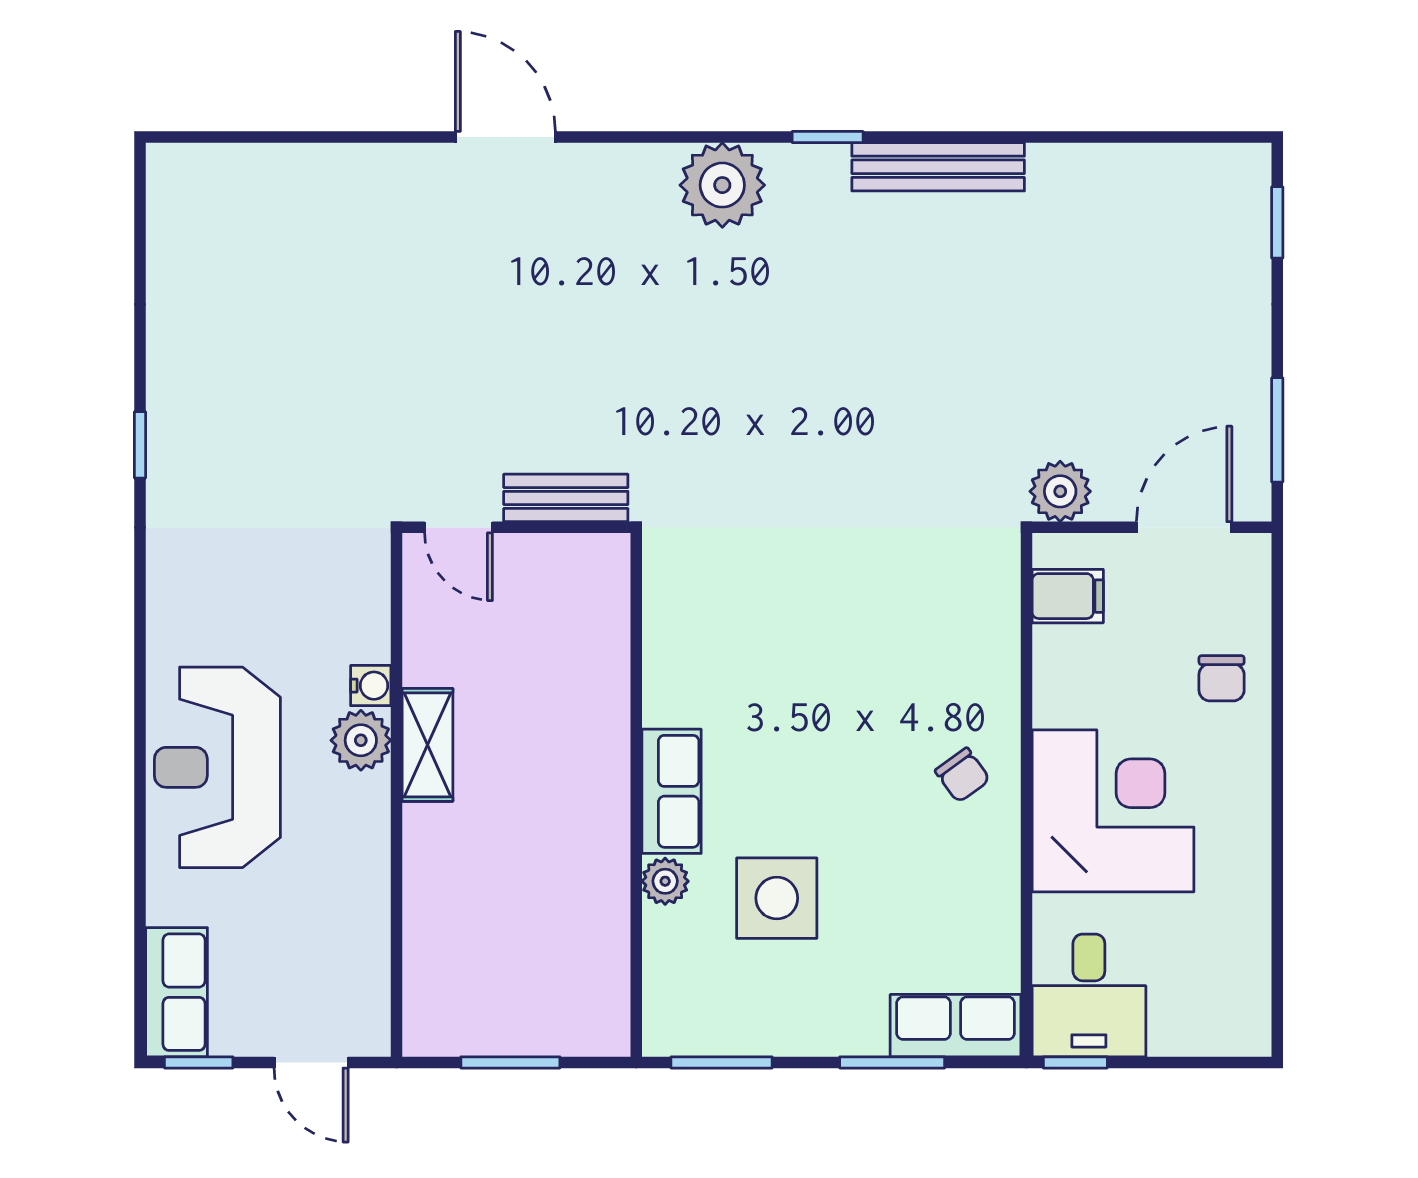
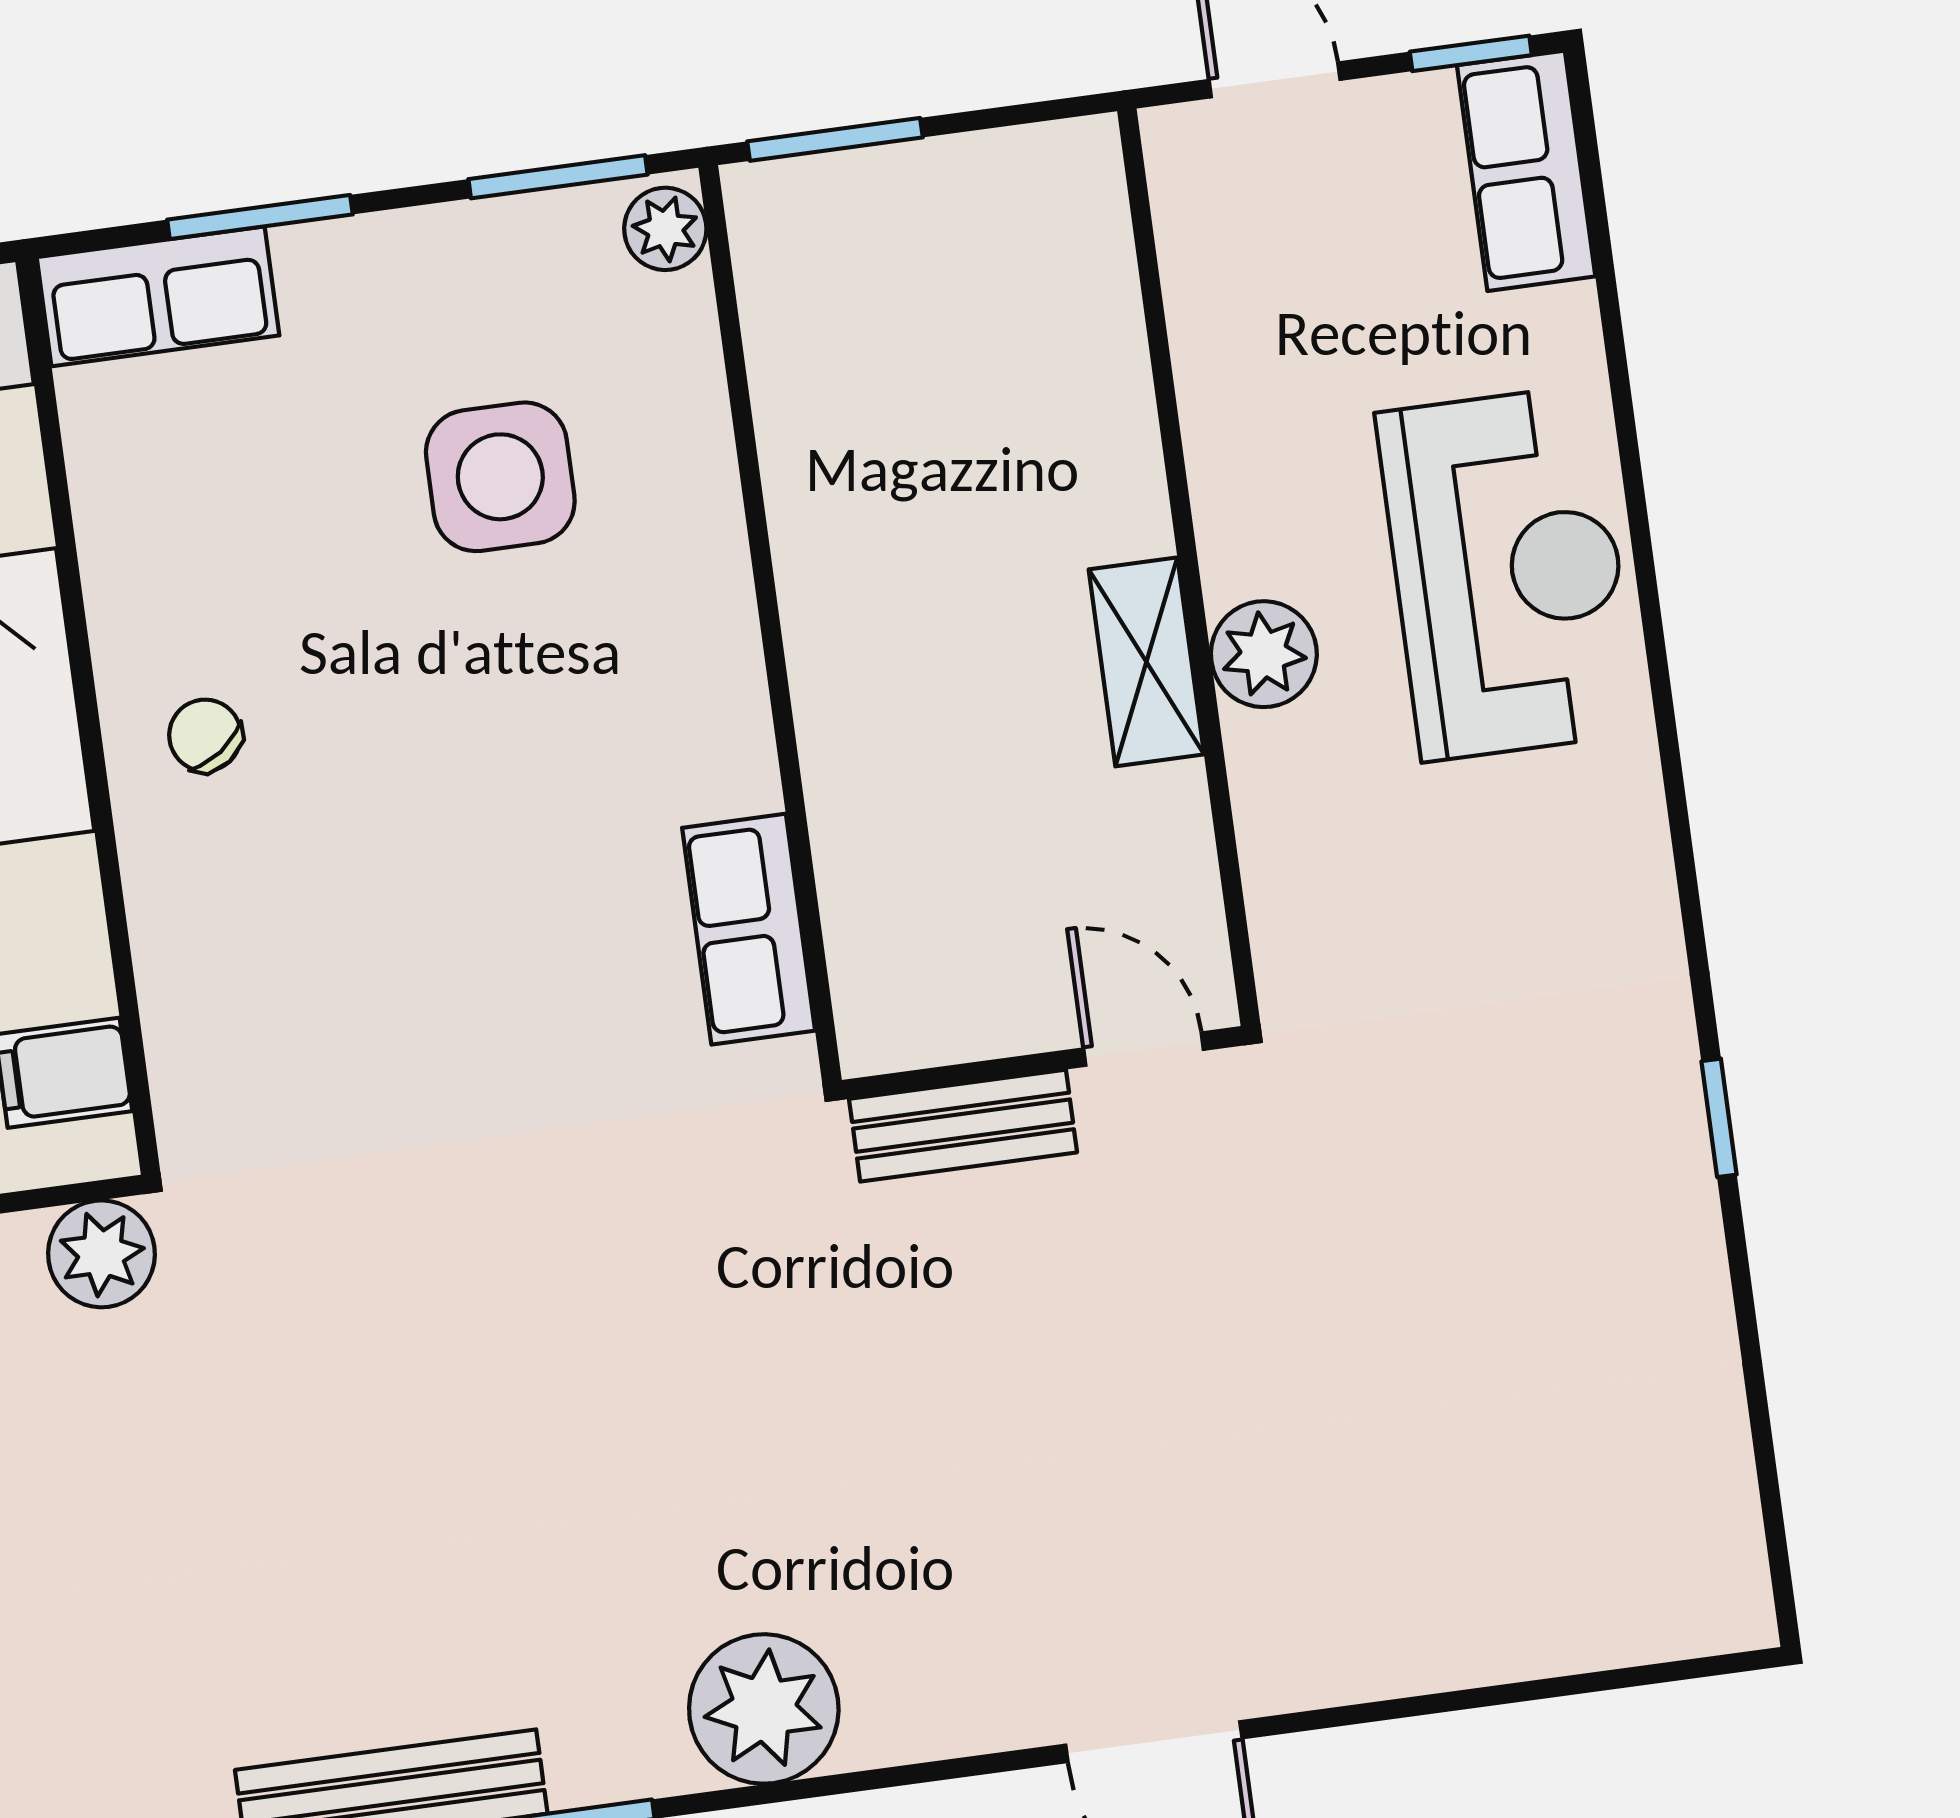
water cooler: (371, 686) -> (1259, 752), removed
row of seats: (671, 791) -> (749, 929), moved
plant: (665, 881) -> (665, 229), moved
window: (510, 1062) -> (835, 139), moved

